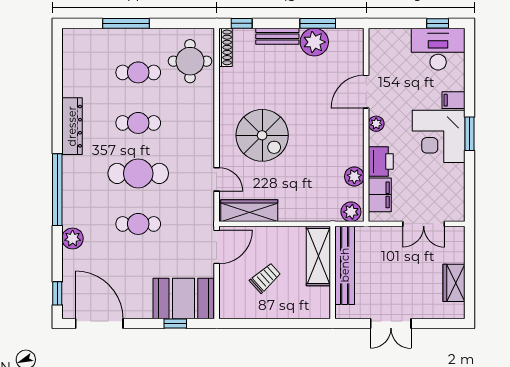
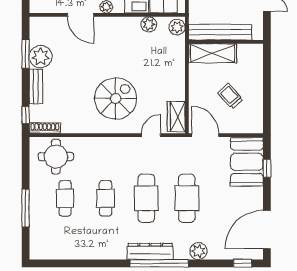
dresser: (72, 126) -> (150, 251), moved
wardrobe: (249, 211) -> (176, 117), width x0.67
cafe table: (138, 224) -> (187, 198), width x1.37, depth x1.35

